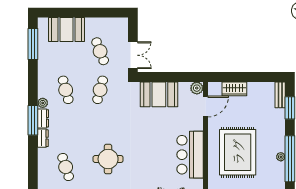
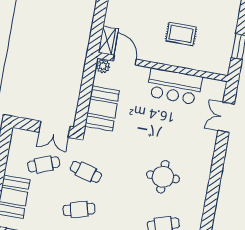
double door: (133, 55) -> (54, 129), swing flipped
wardrobe: (234, 89) -> (108, 41), moved
rug: (238, 152) -> (181, 34), width x0.54, depth x0.49

